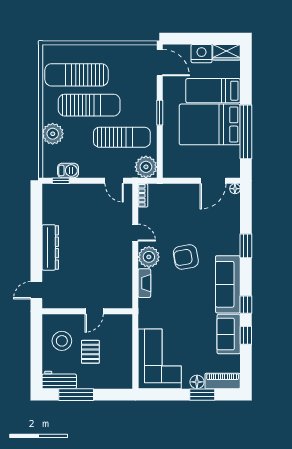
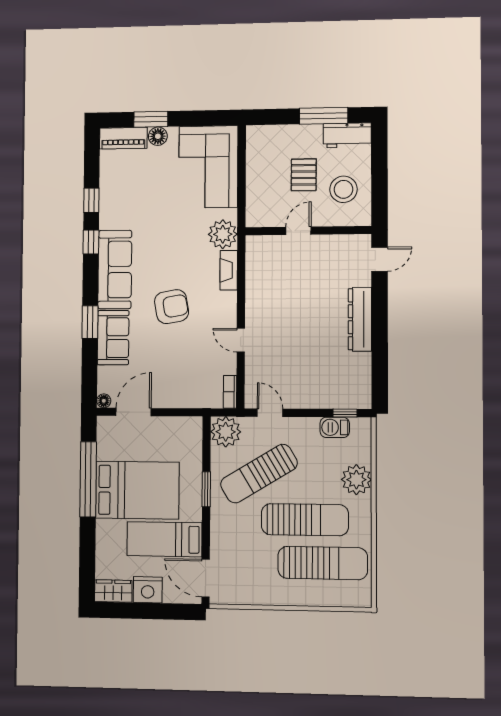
bed: (213, 91) -> (164, 539), moved, turned 180
sun lounger: (89, 105) -> (305, 520), turned 180
window: (160, 113) -> (206, 489), moved
sun lounger: (122, 137) -> (259, 474), turned -31
plant: (149, 257) -> (223, 234), moved
sofa: (229, 334) -> (113, 338), moved

